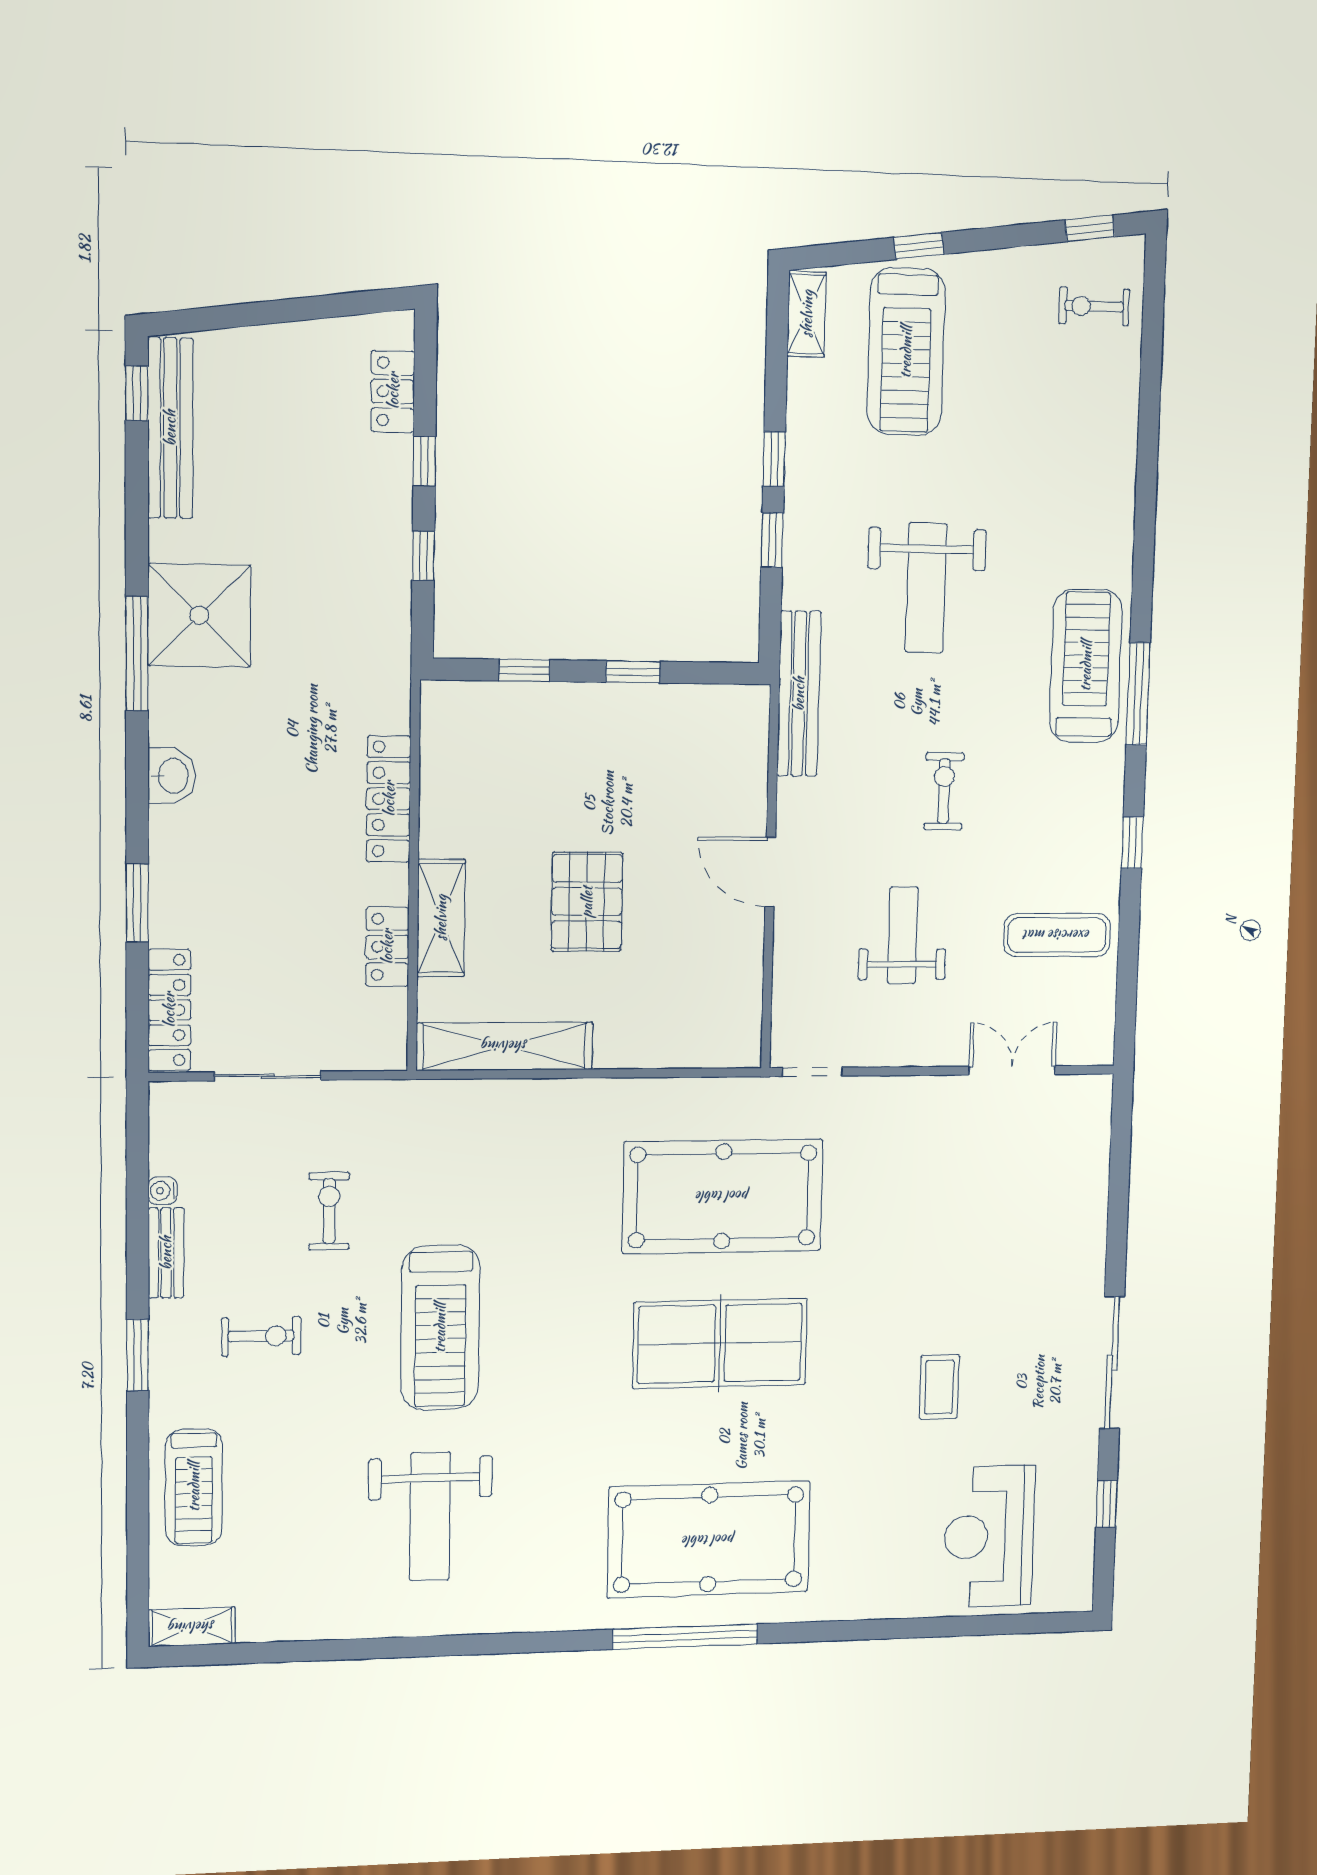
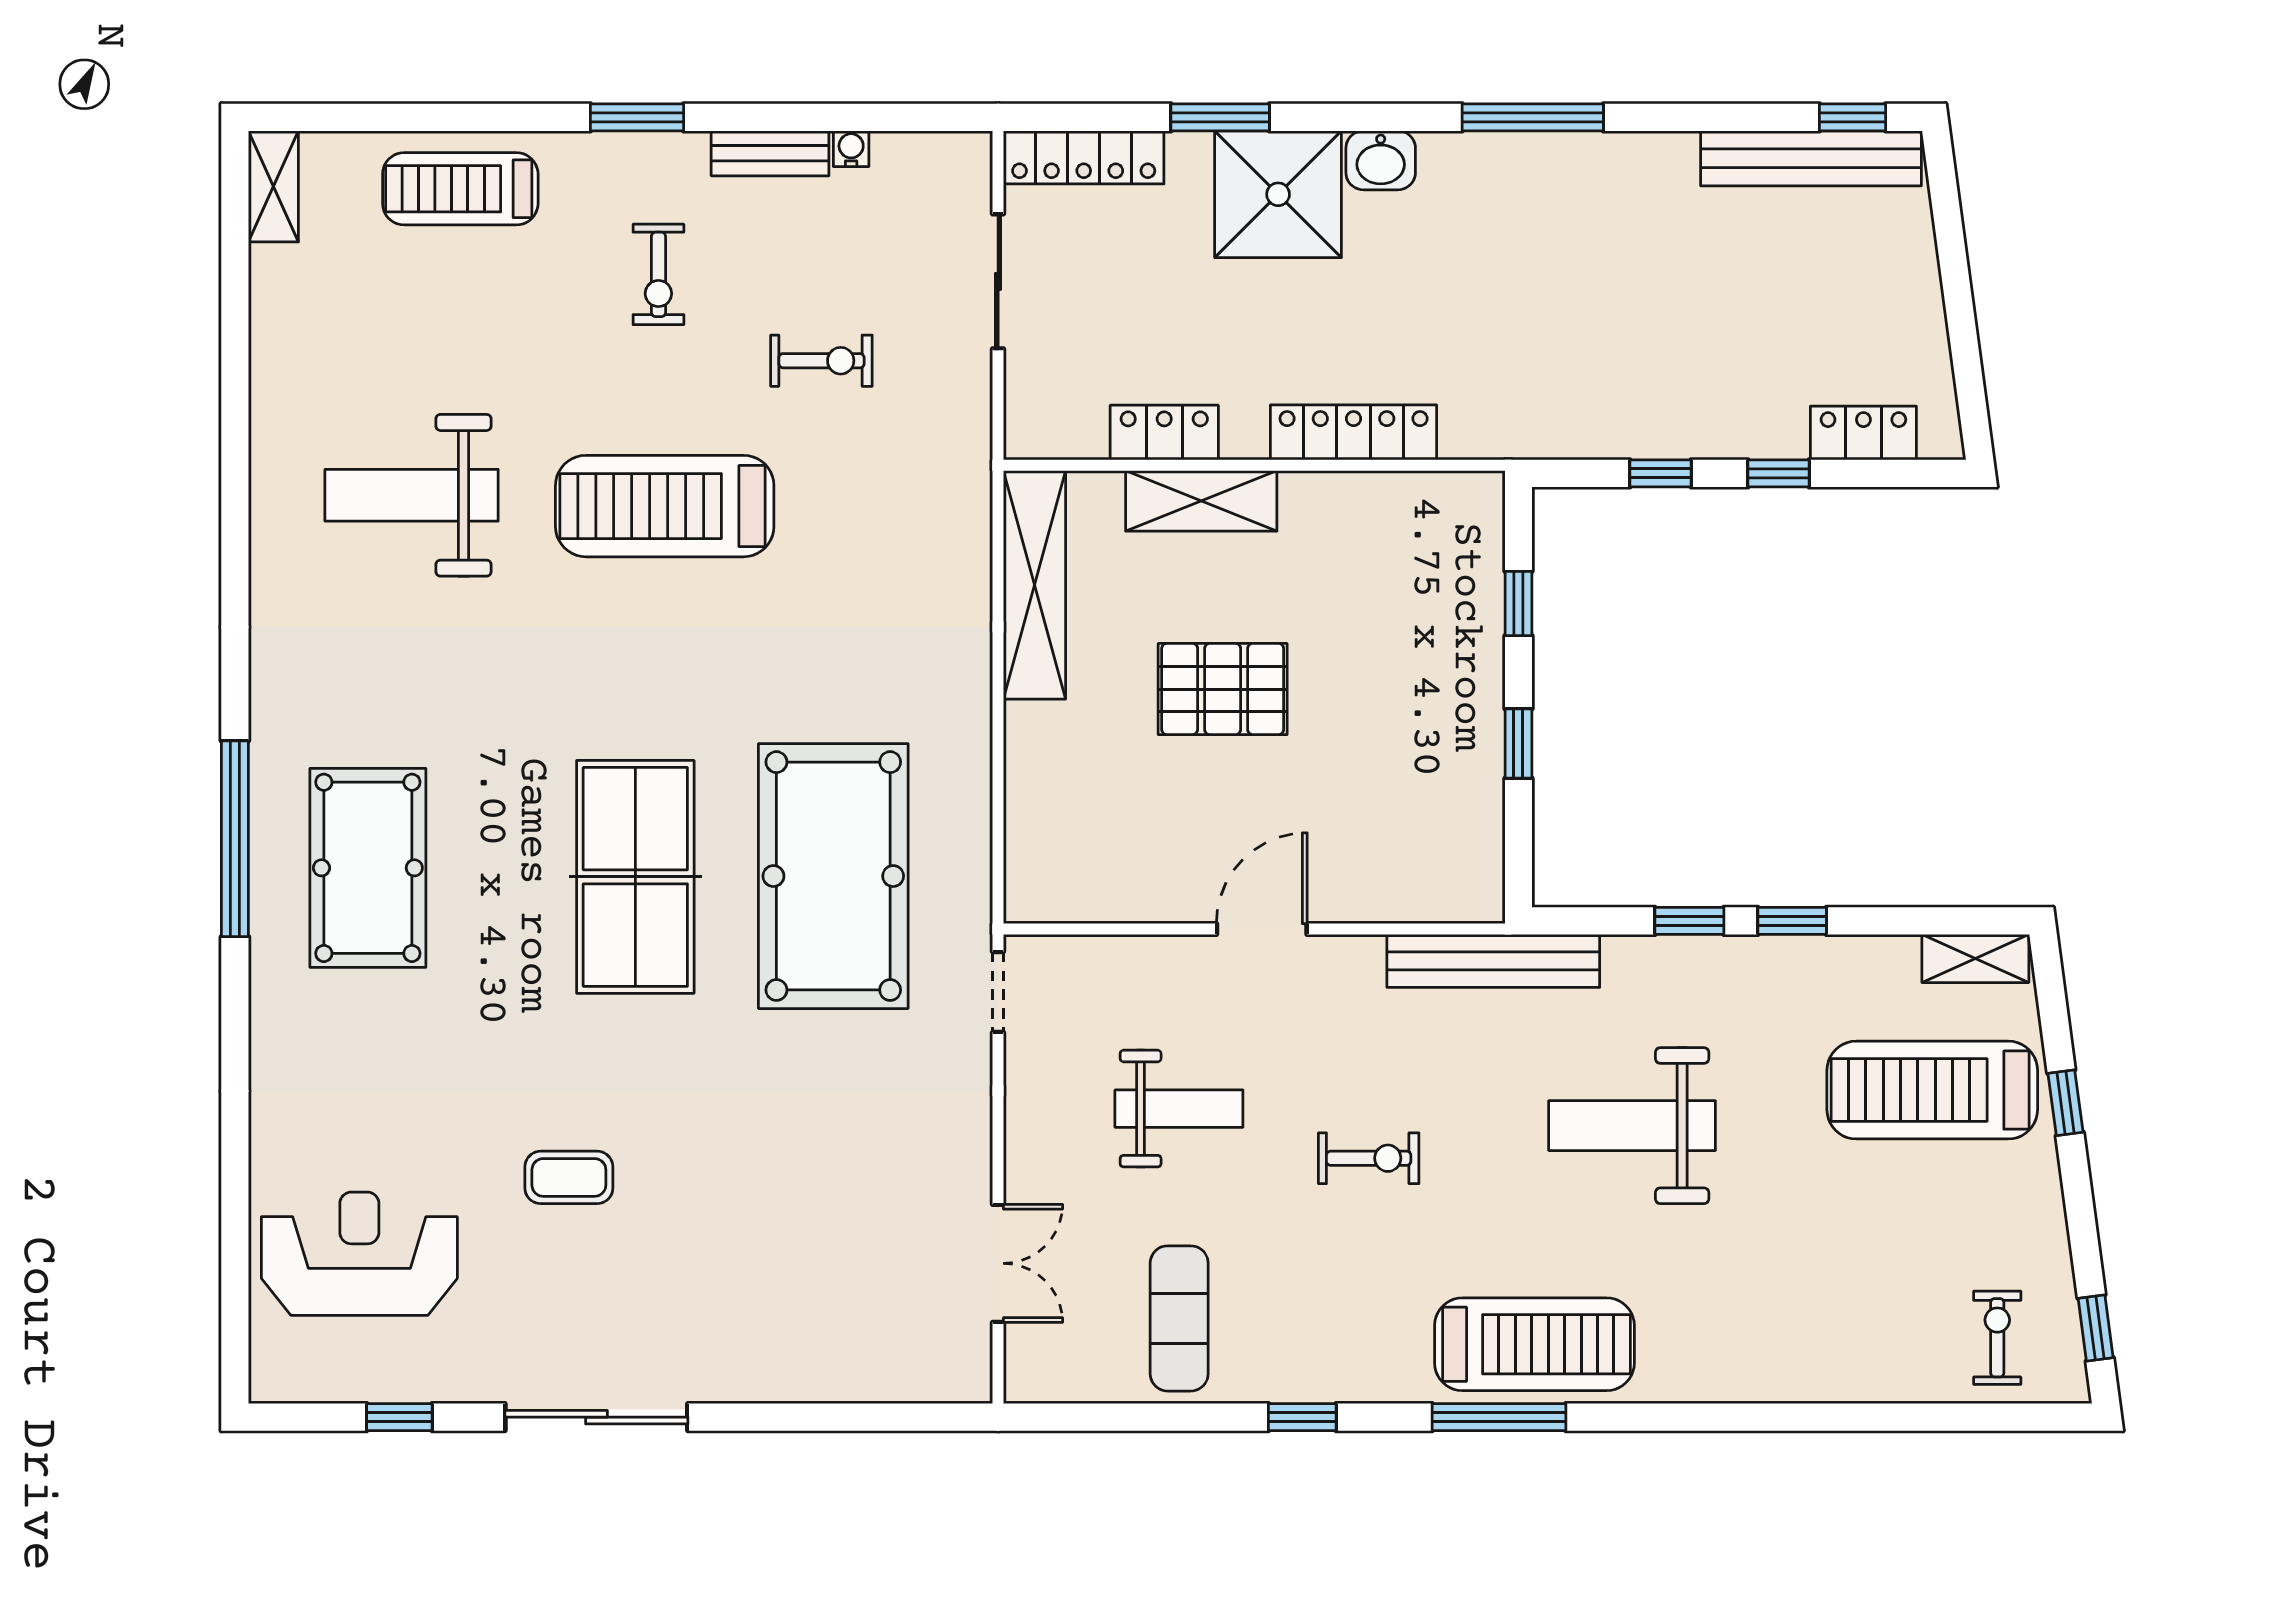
shower: (199, 615) -> (1278, 194), moved
pool table: (709, 1540) -> (368, 868), width x0.73, depth x0.76

